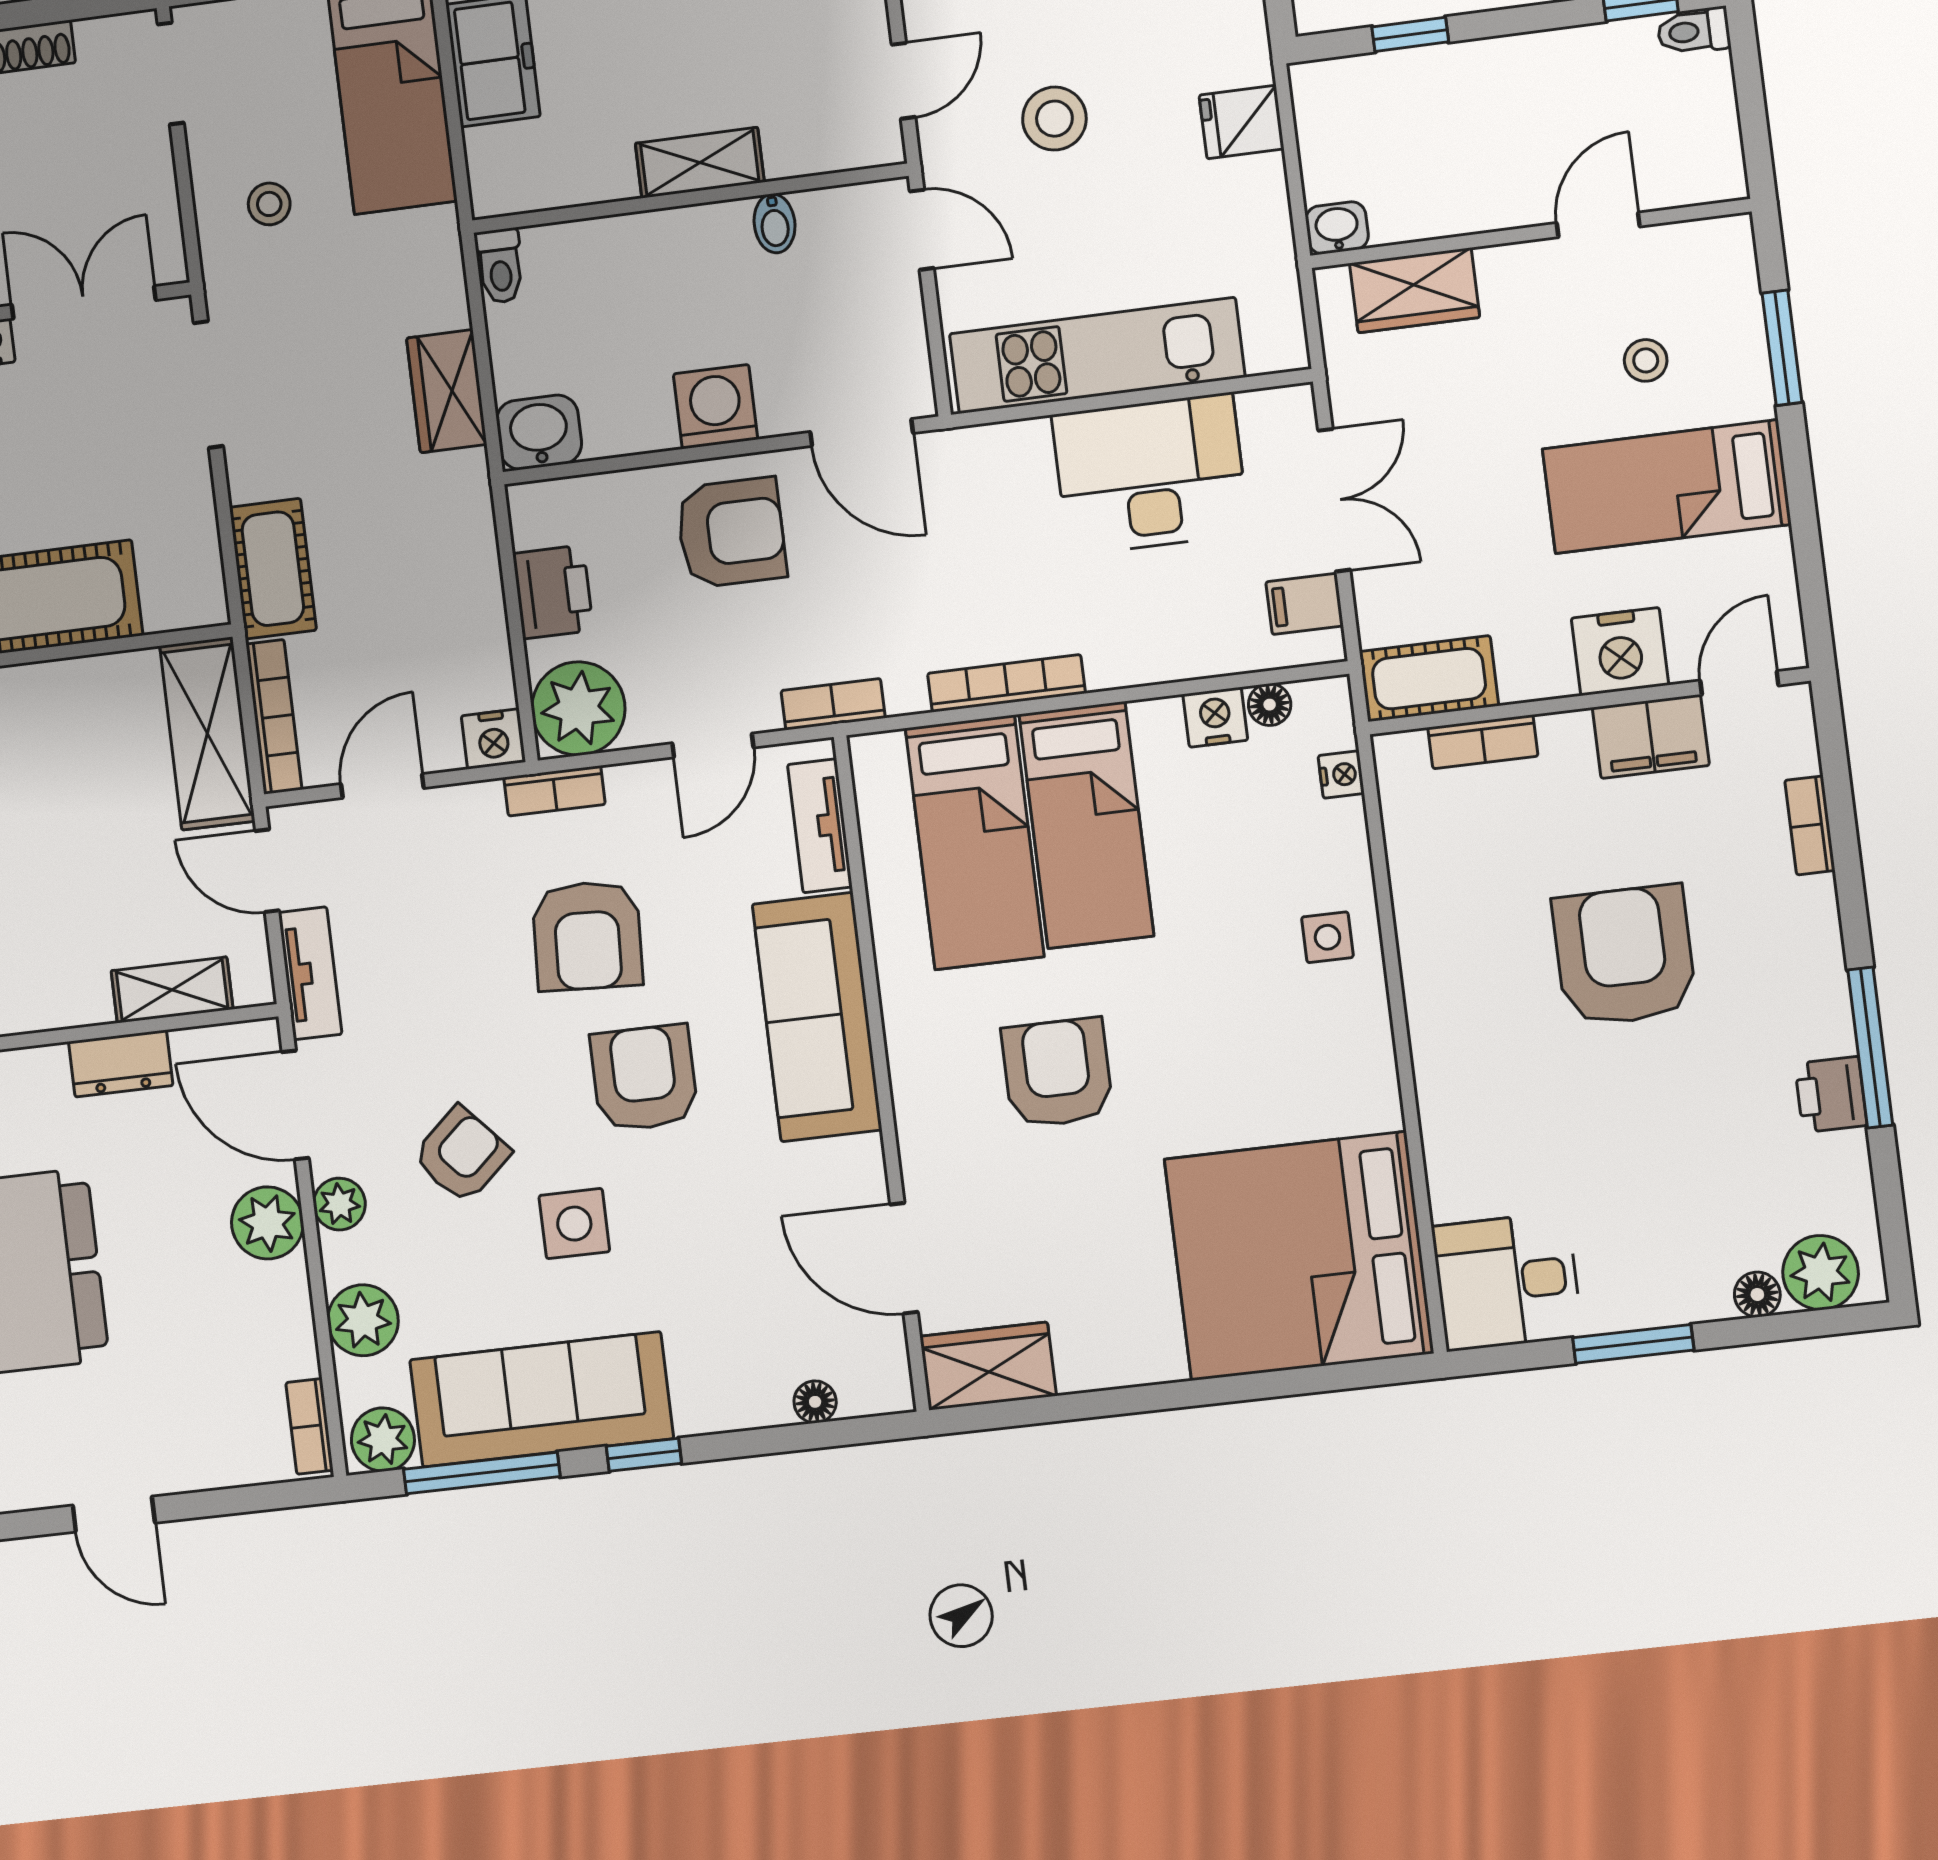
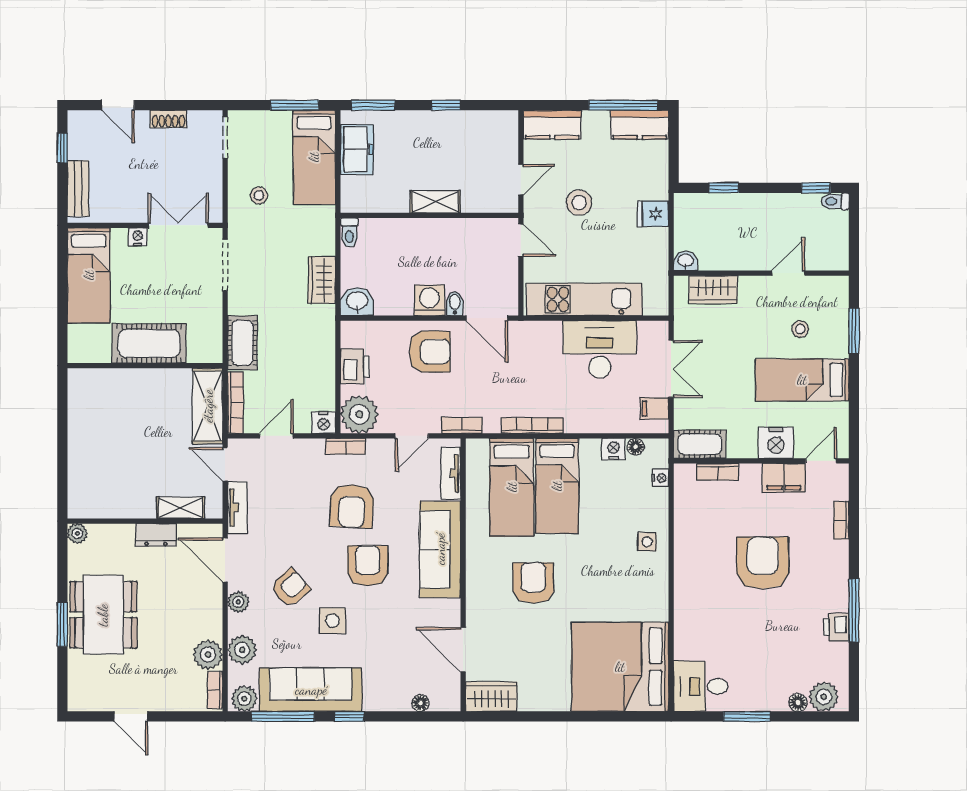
bidet: (775, 223) -> (455, 304), moved, turned 180
plant: (267, 1223) -> (208, 655), moved

